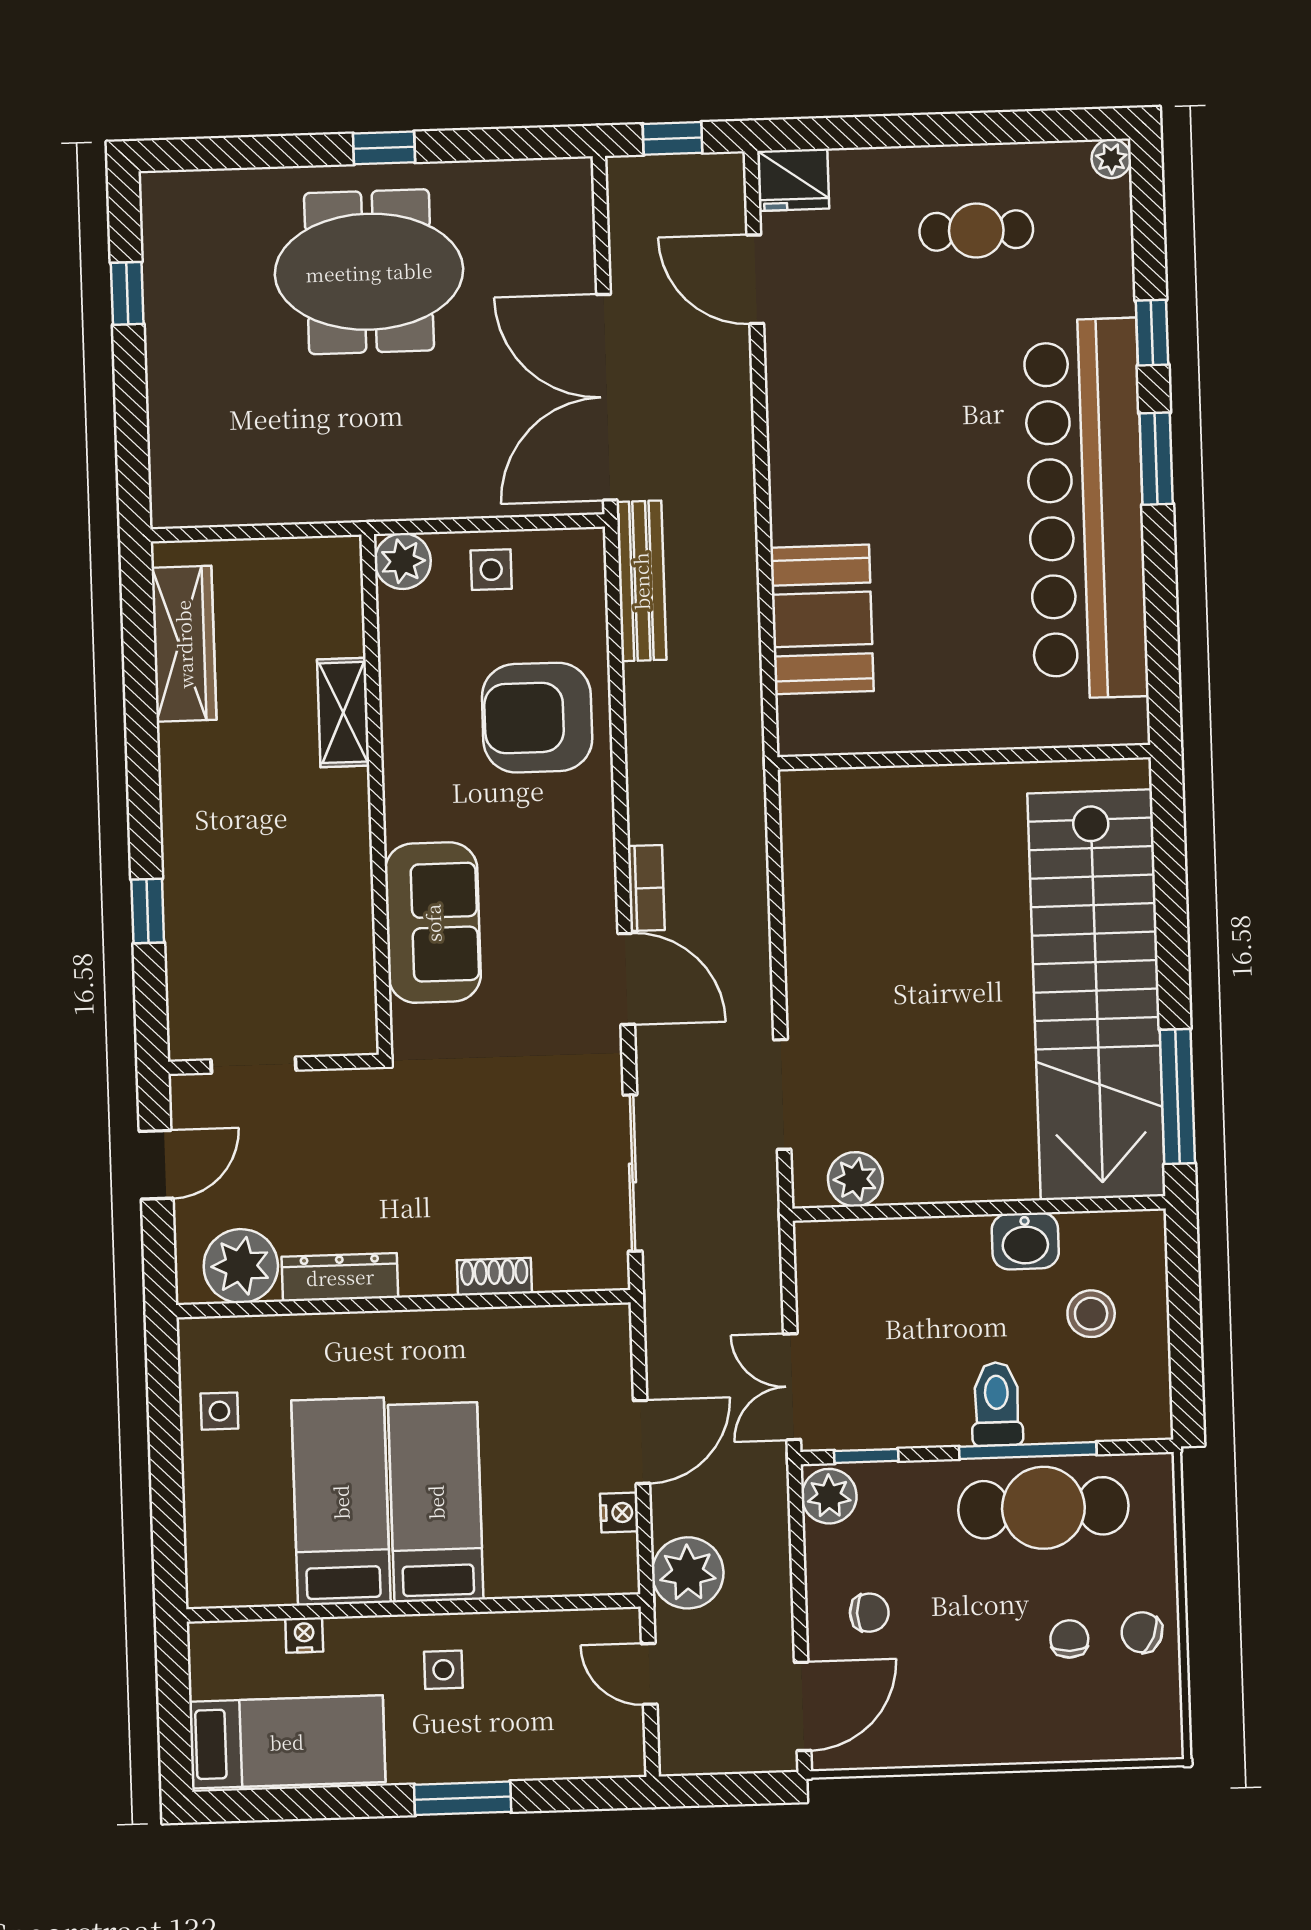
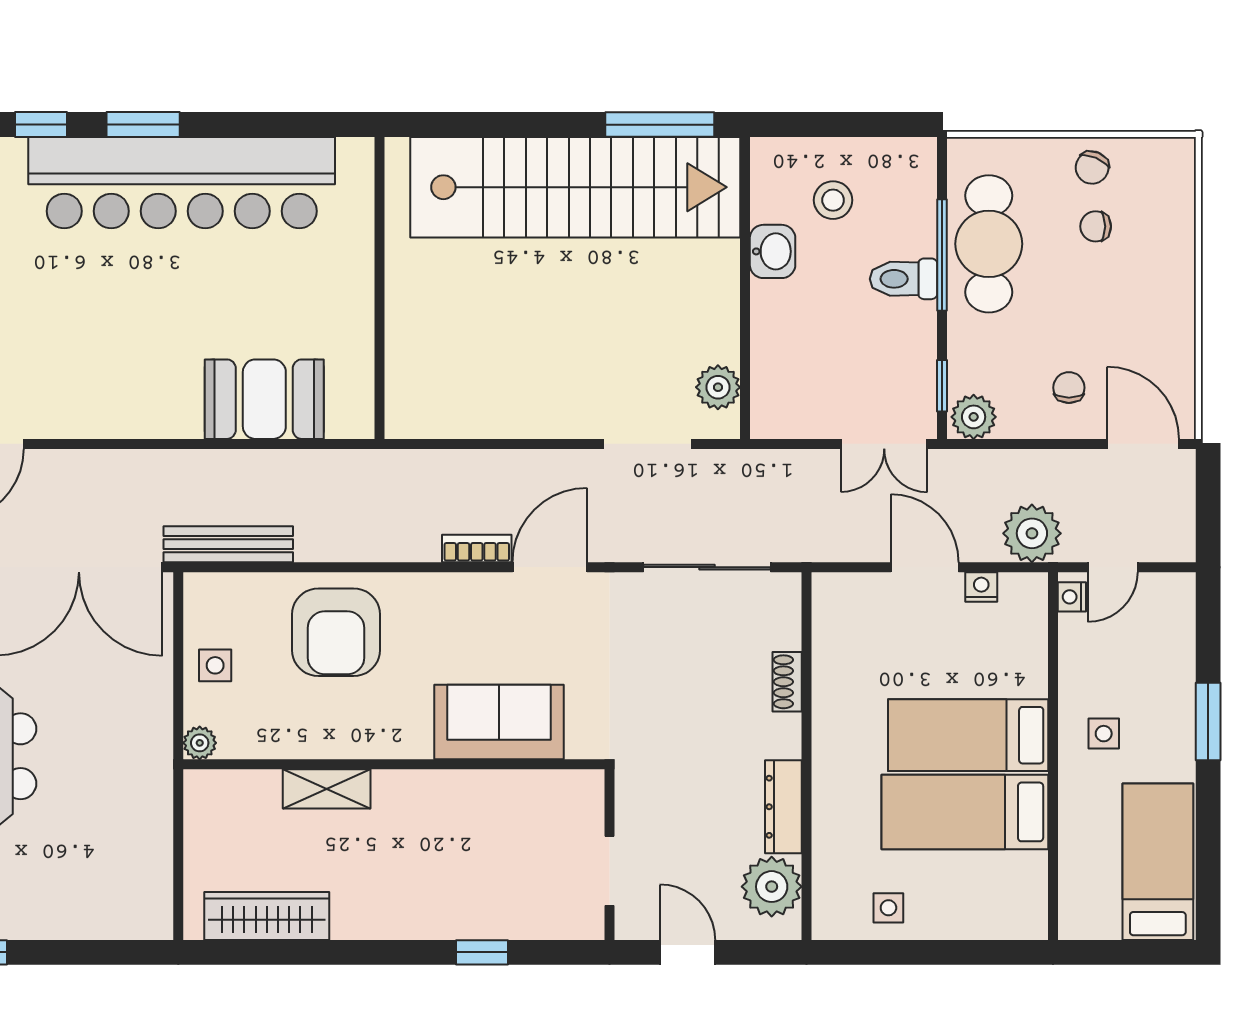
plant: (403, 561) -> (200, 743), width x0.73, depth x0.73
nightstand: (304, 1635) -> (1072, 597), moved

